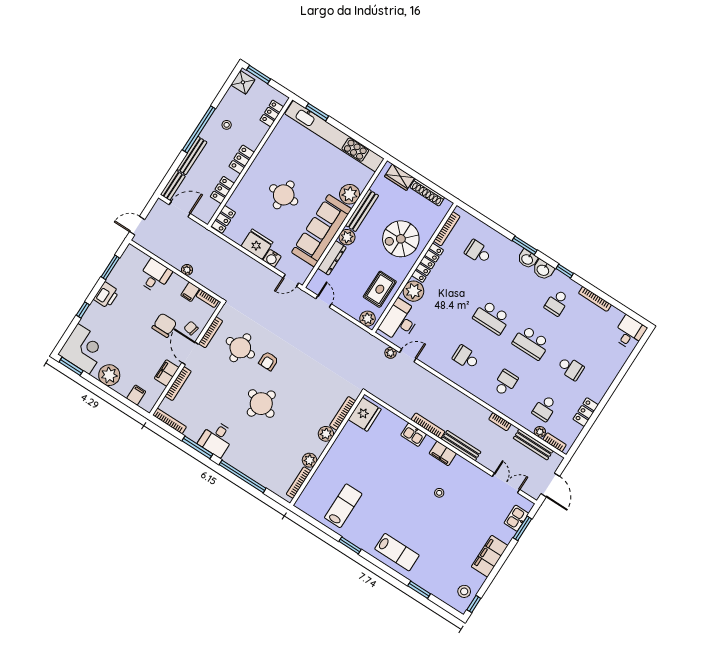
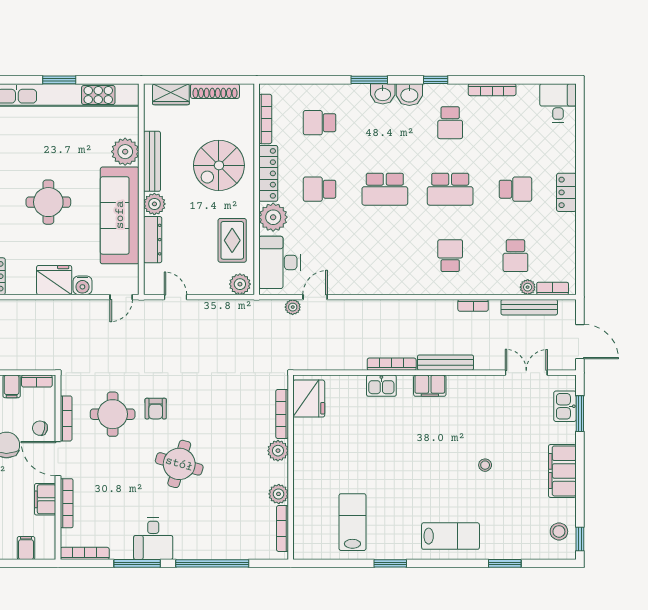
window: (317, 112) -> (59, 80), moved
school desk: (466, 358) -> (320, 189), moved
locker: (586, 412) -> (566, 192), moved
stool: (439, 493) -> (485, 465), moved

